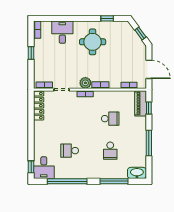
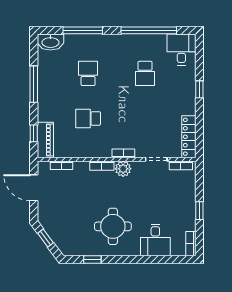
school desk: (70, 151) -> (145, 73), turned 90
window: (31, 167) -> (199, 89), moved

